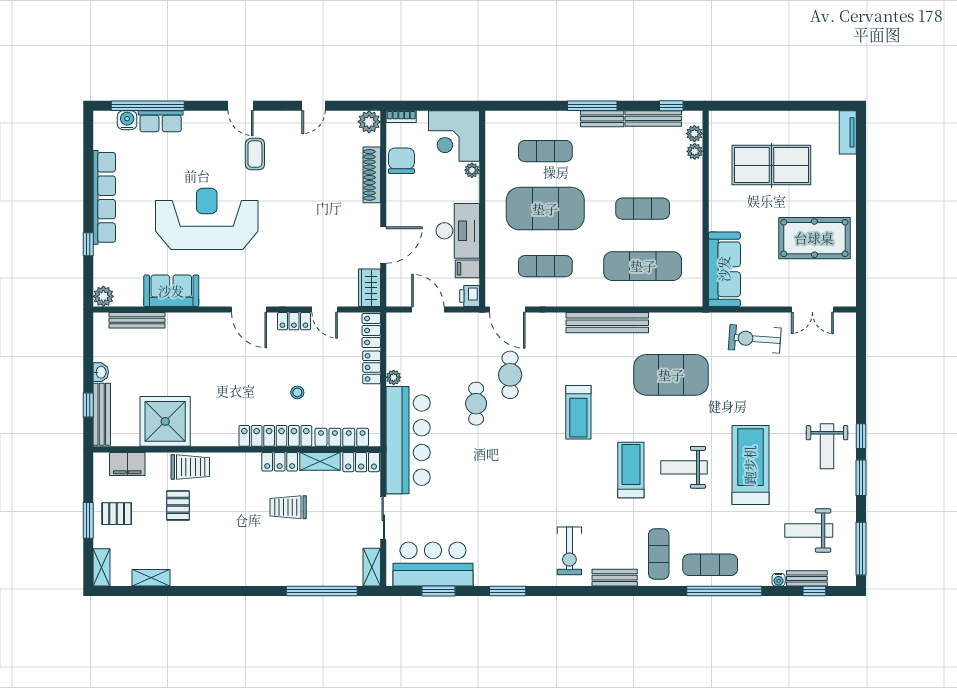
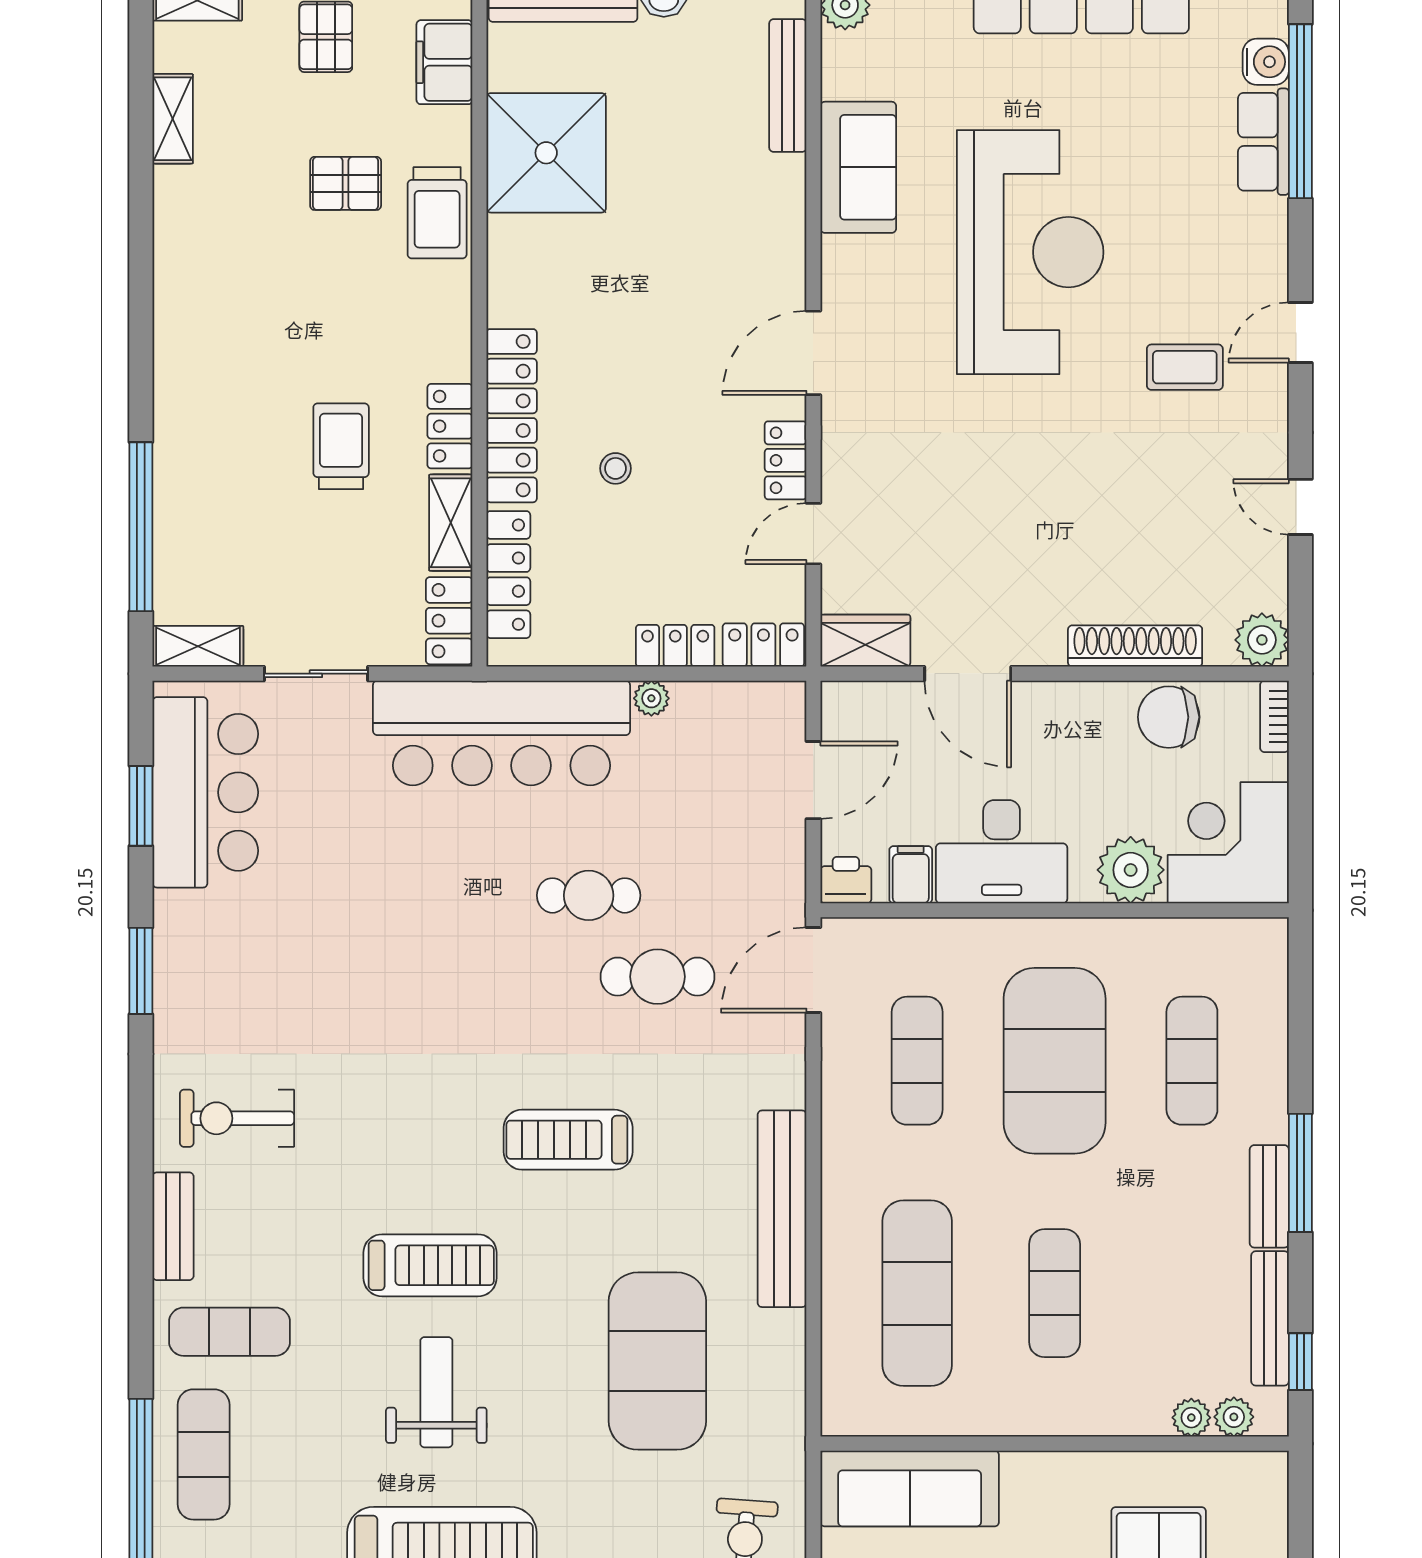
chair: (401, 161) -> (1169, 717), turned 180
plant: (472, 170) -> (1131, 870), width x1.88, depth x1.88

